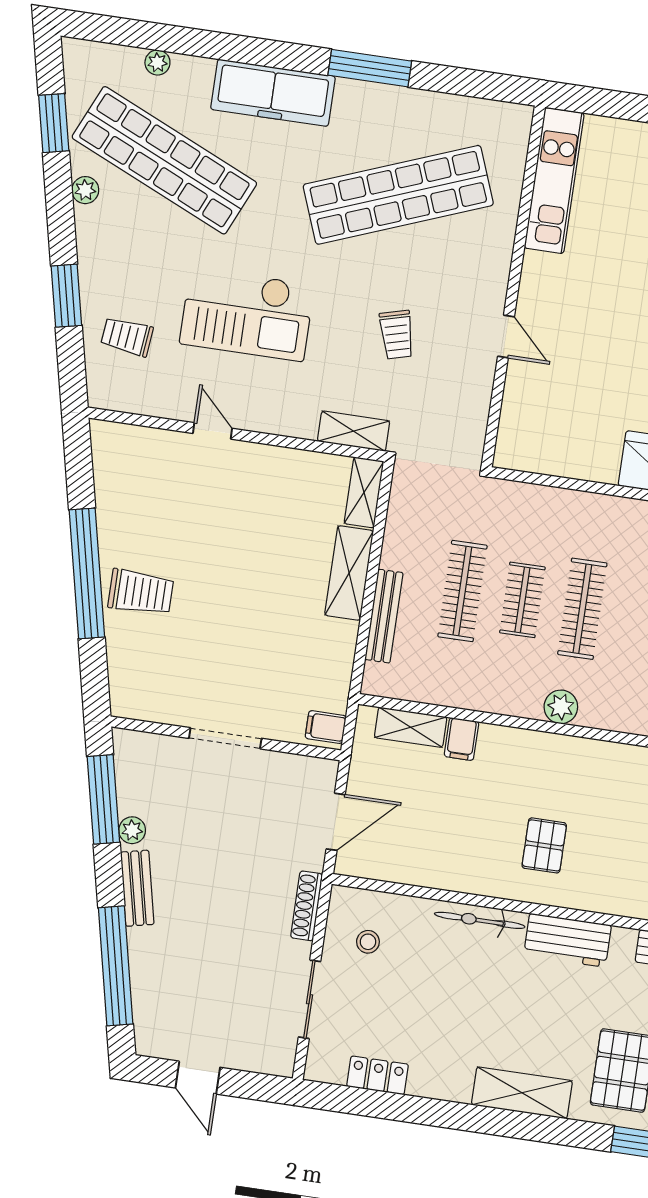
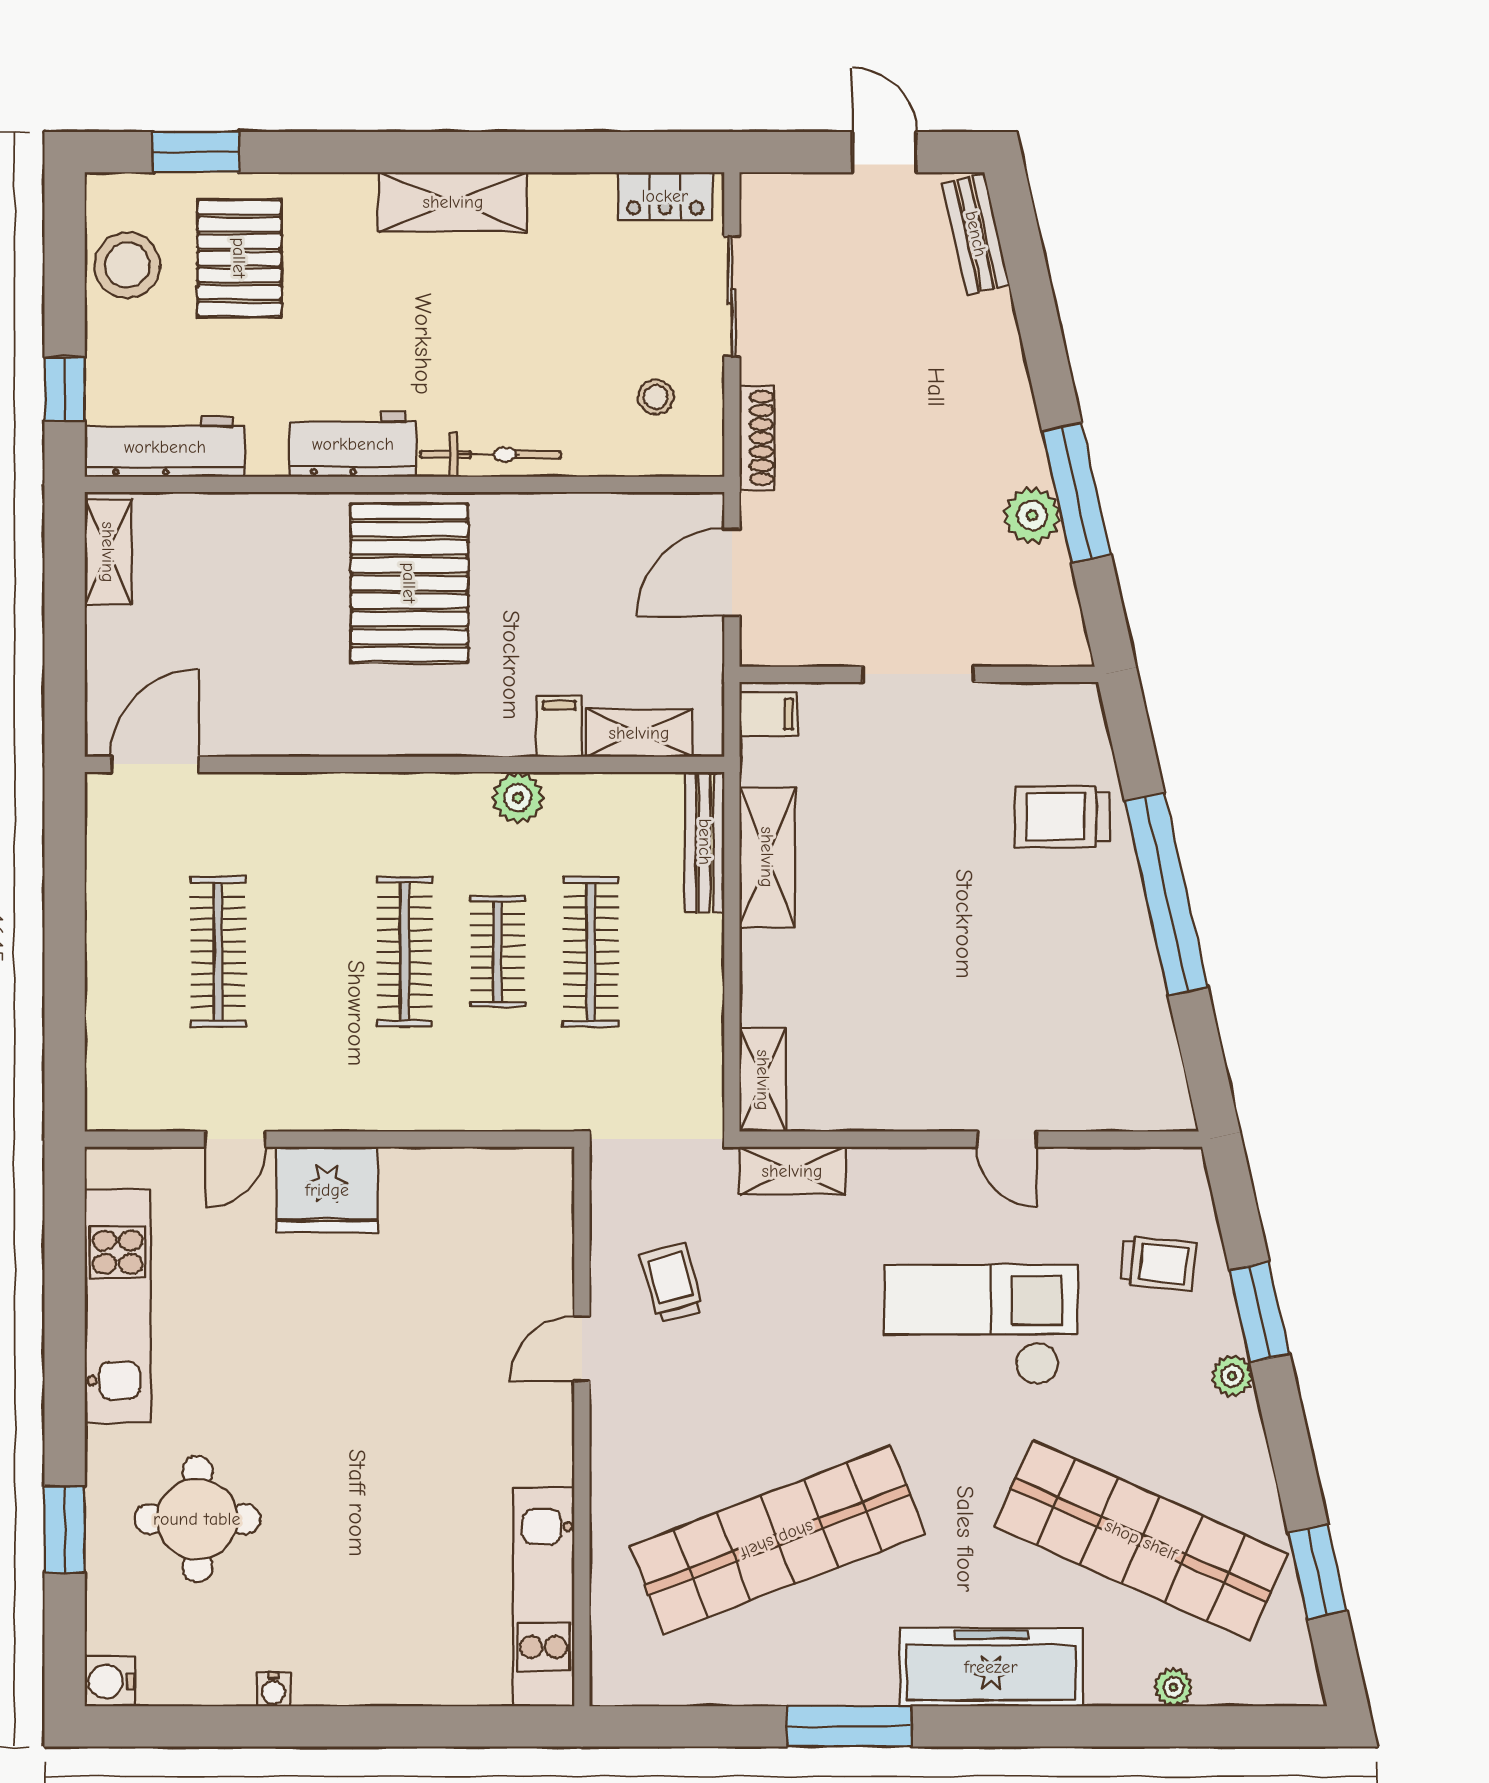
plant: (85, 190) -> (1232, 1376), moved
trolley: (397, 335) -> (672, 1283), moved
door: (506, 337) -> (582, 1349), hinge flipped
shelving: (349, 573) -> (767, 857), moved
trolley: (141, 592) -> (1062, 817), moved
bench: (384, 616) -> (705, 842), moved
plant: (561, 707) -> (518, 798), moved
window: (103, 799) -> (1076, 493), moved
plant: (132, 830) -> (1032, 515), width x1.38, depth x1.38
pallet: (544, 845) -> (409, 583), width x2.05, depth x2.00
bench: (137, 888) -> (976, 234), moved
window: (116, 966) -> (1034, 304), removed
locker: (378, 1075) -> (665, 196), moved
shelving: (522, 1093) -> (453, 202), moved

